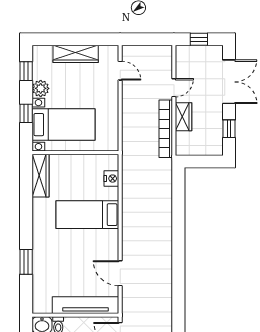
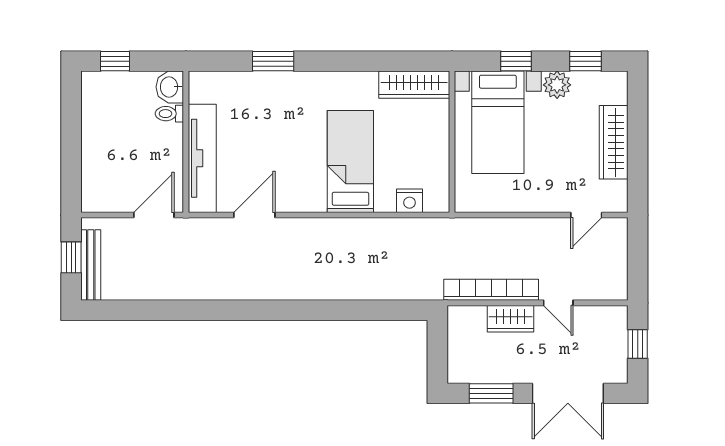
window: (229, 129) -> (491, 393), width x1.50

